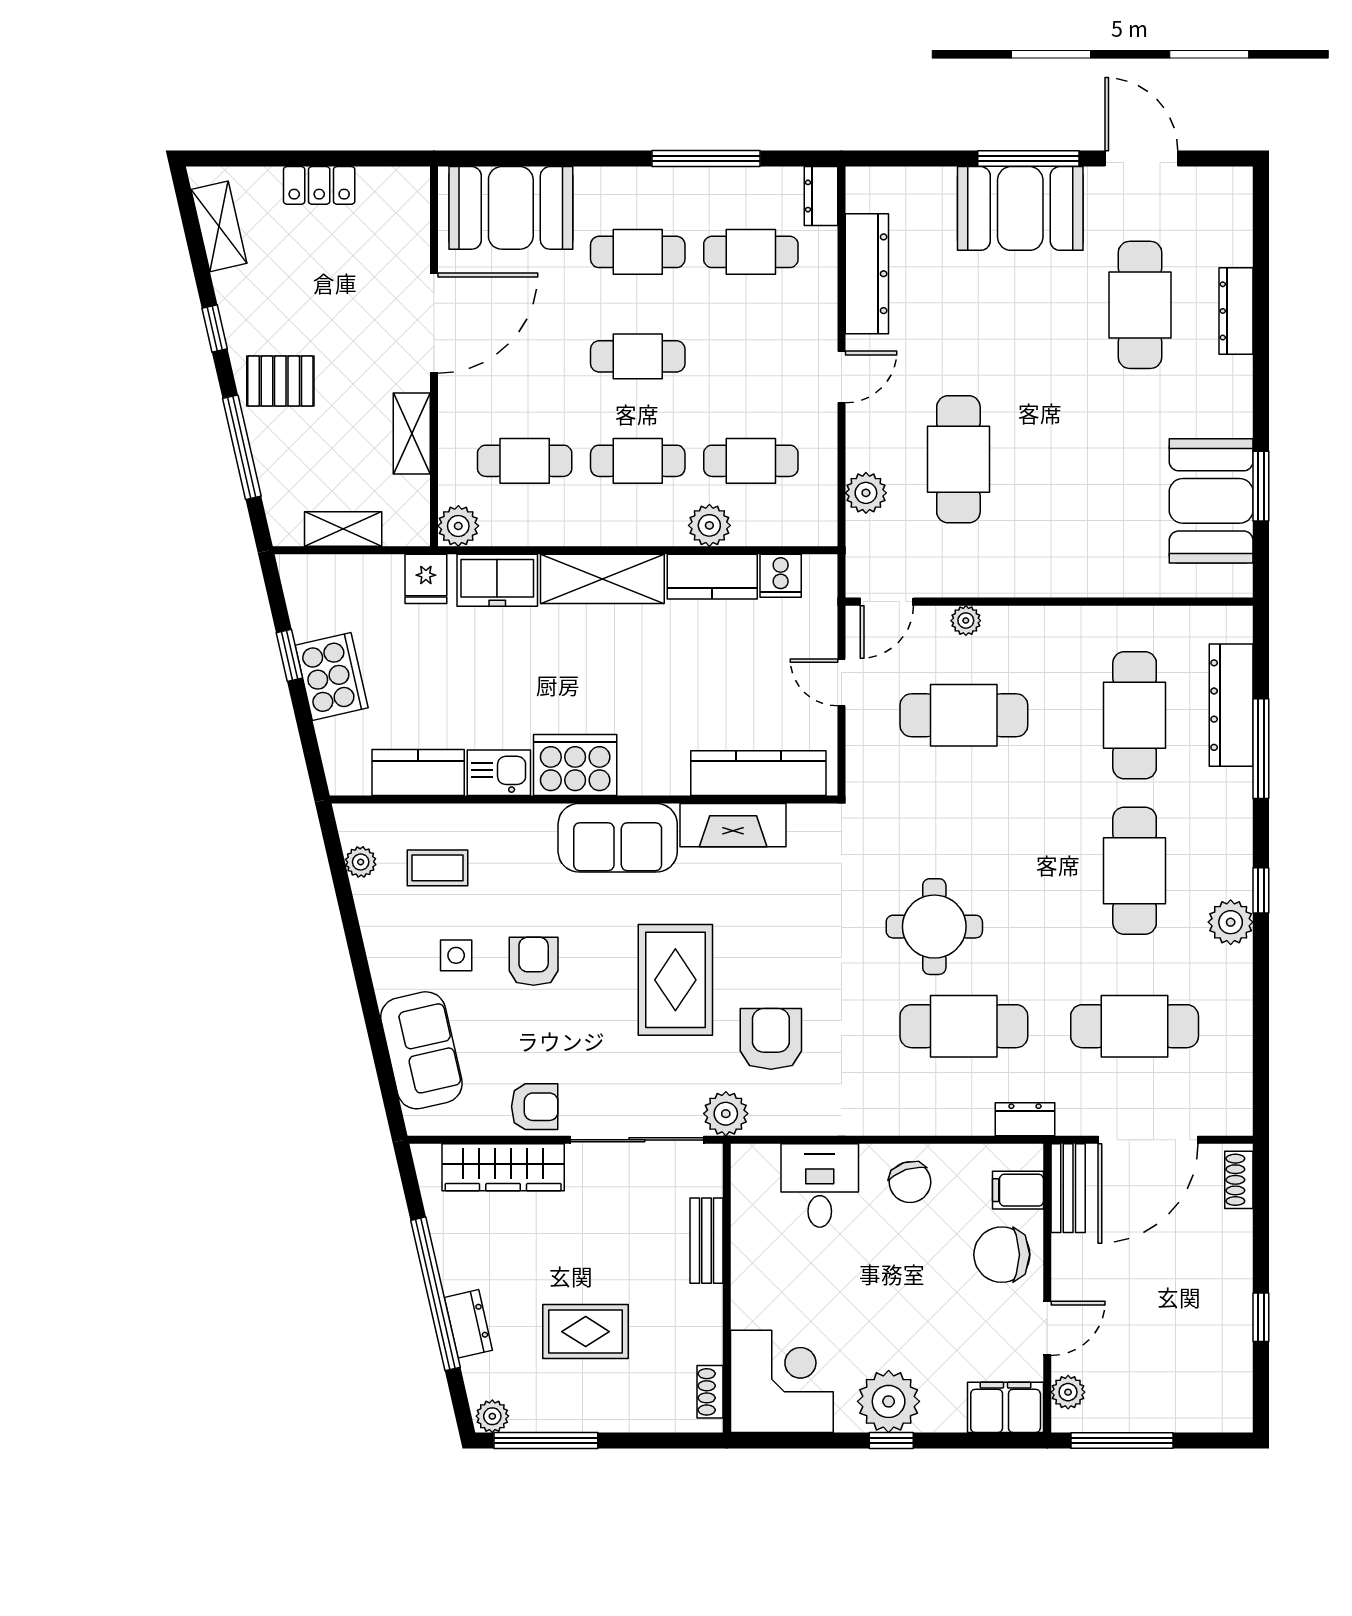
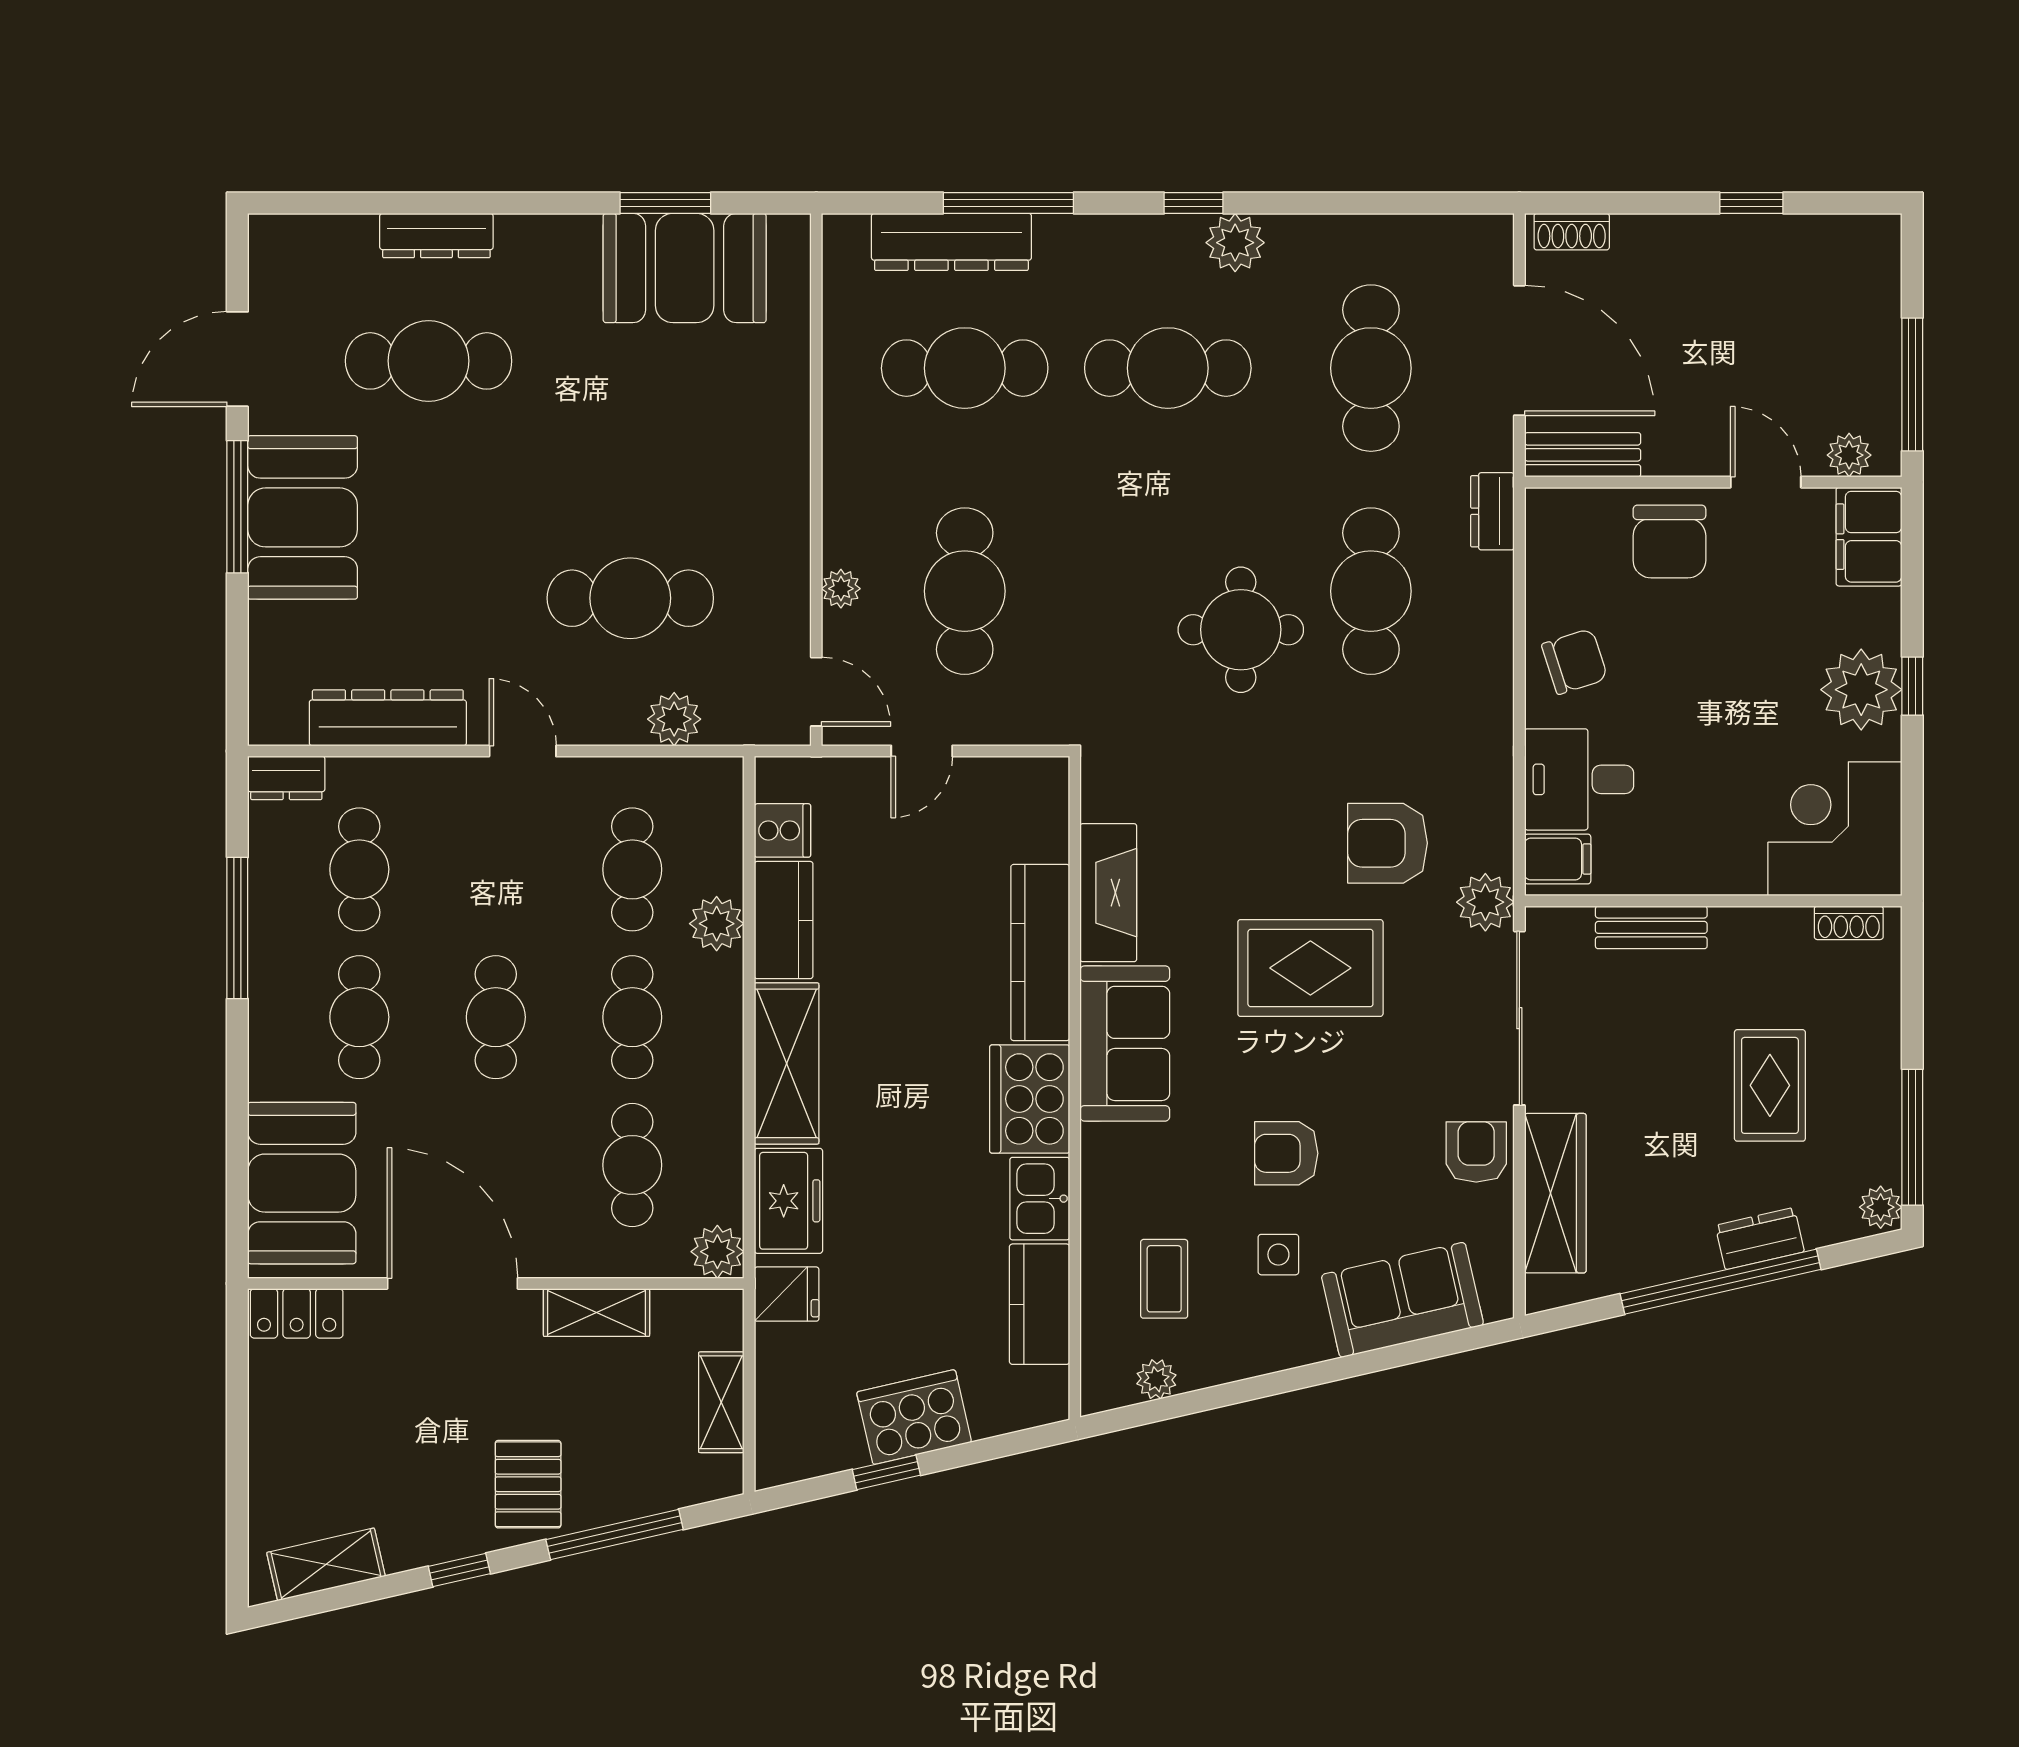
locker: (319, 185) -> (297, 1313), moved, turned 90
kitchen counter: (758, 773) -> (1040, 953), moved
filing cabinet: (1018, 1190) -> (1558, 859), moved, turned -90

